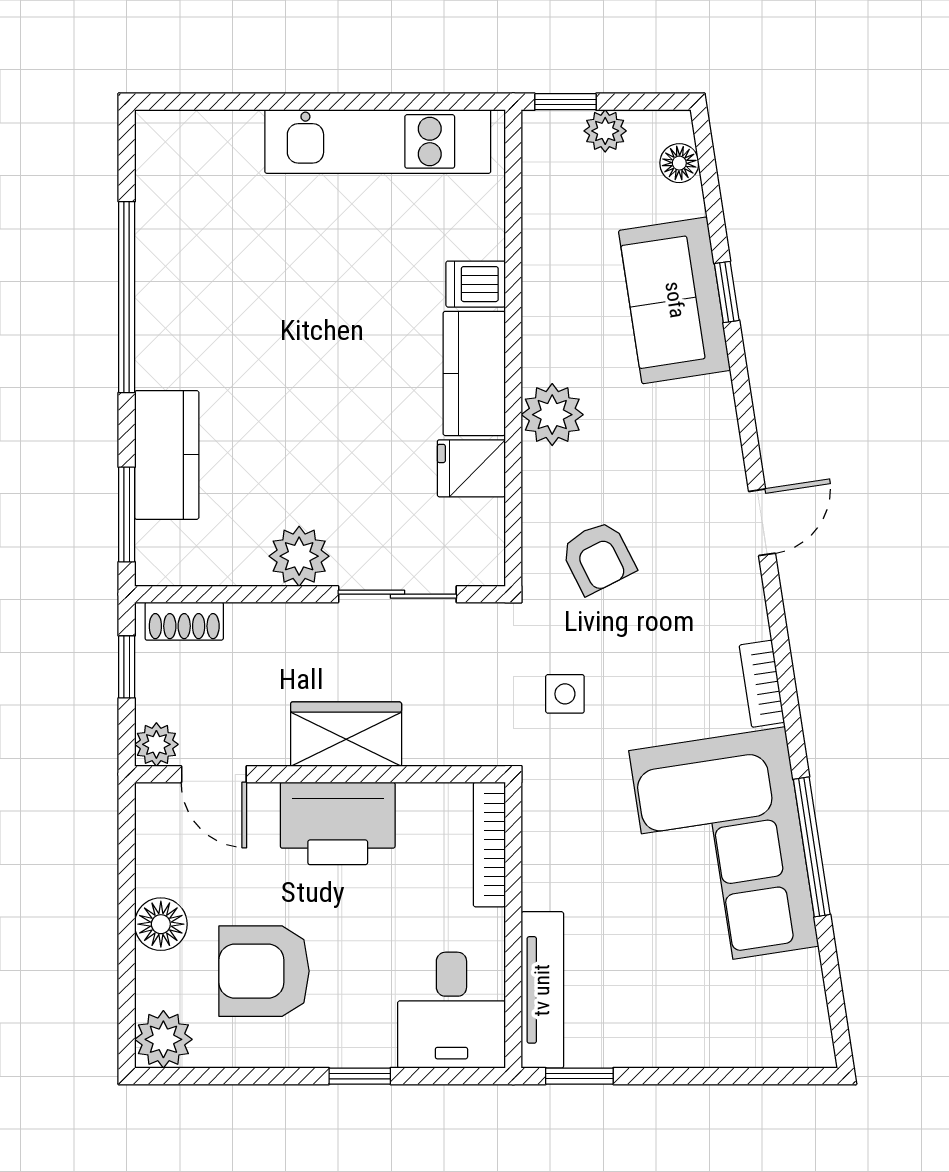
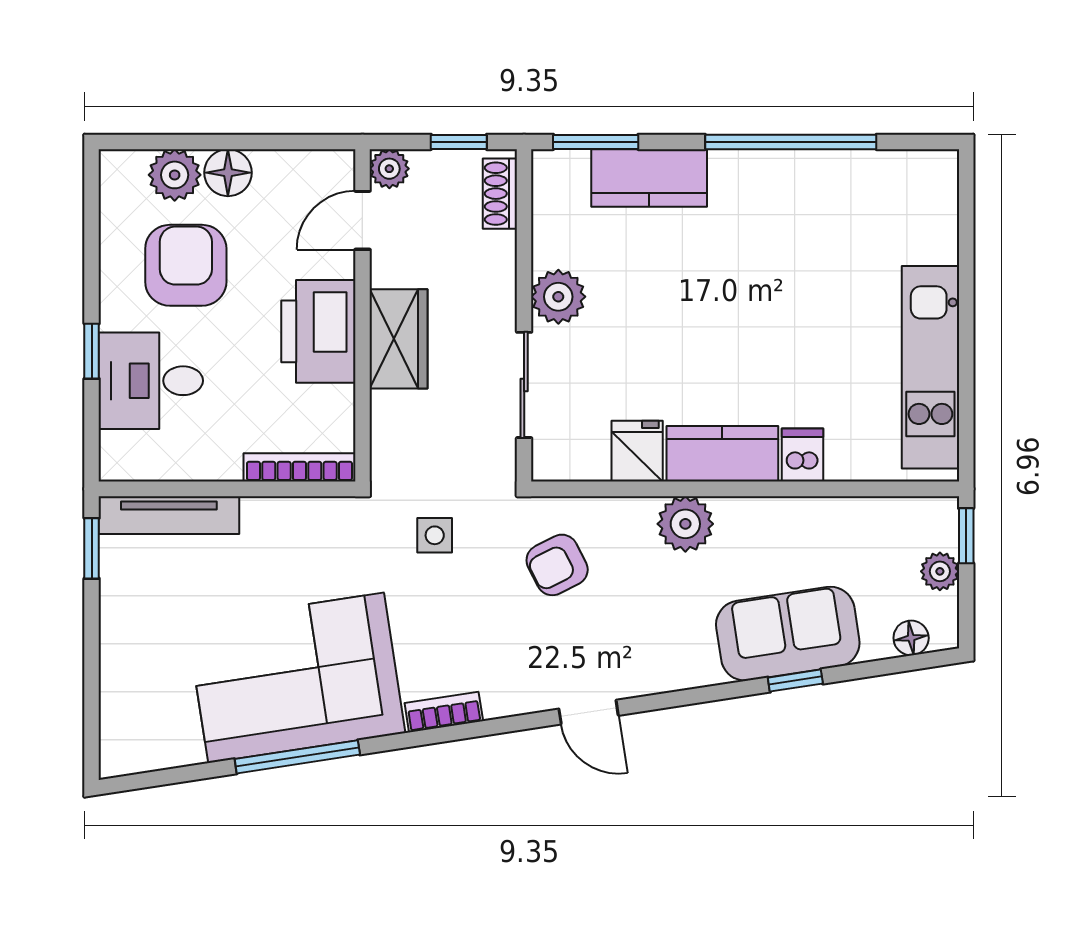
desk: (451, 1010) -> (151, 381), moved
plant: (163, 1039) -> (175, 175), moved

